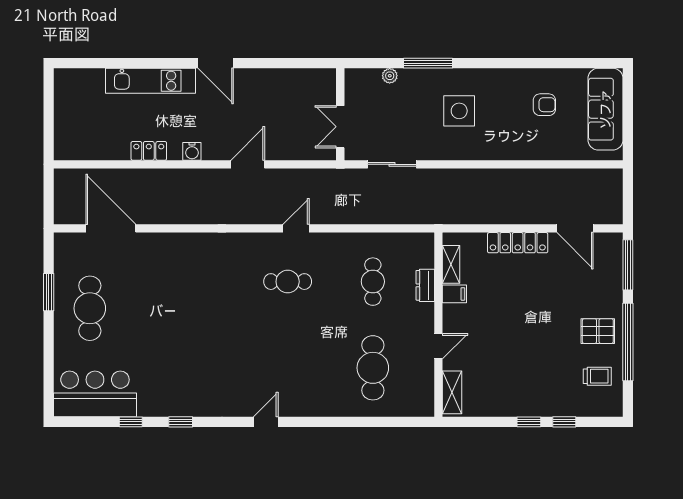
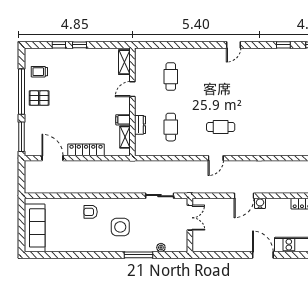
armchair: (544, 105) -> (91, 212), moved
water cooler: (192, 151) -> (260, 203), moved
cafe table: (373, 368) -> (171, 77), width x0.73, depth x0.74

